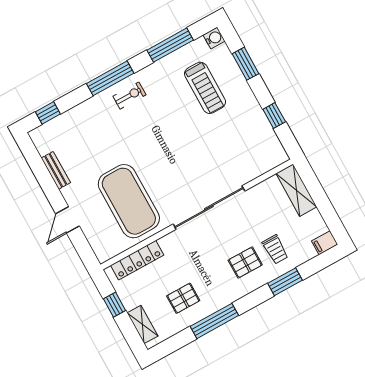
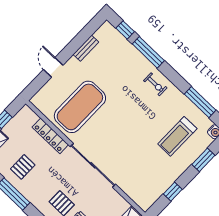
window: (110, 78) -> (148, 52), moved
door: (68, 220) -> (53, 67), hinge flipped
locker: (137, 260) -> (50, 136), moved
pallet: (183, 298) -> (23, 167), turned 90

